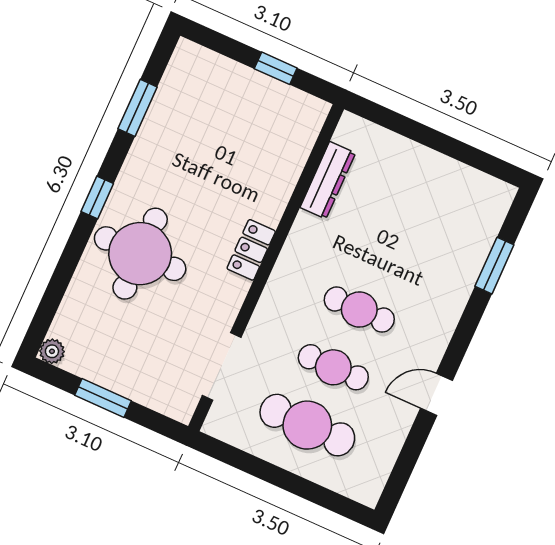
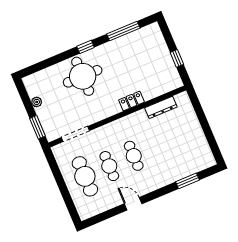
window: (138, 108) -> (123, 31), width x1.44
locker: (251, 250) -> (132, 101), moved
plant: (52, 351) -> (37, 102), moved
window: (103, 398) -> (38, 127), moved

